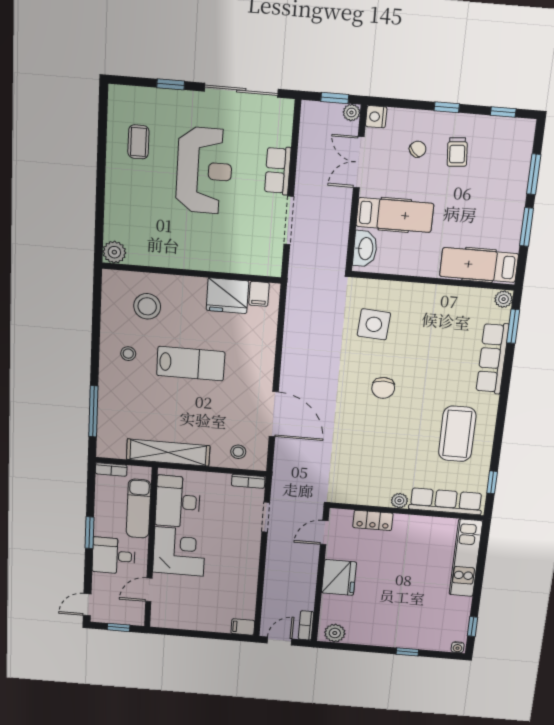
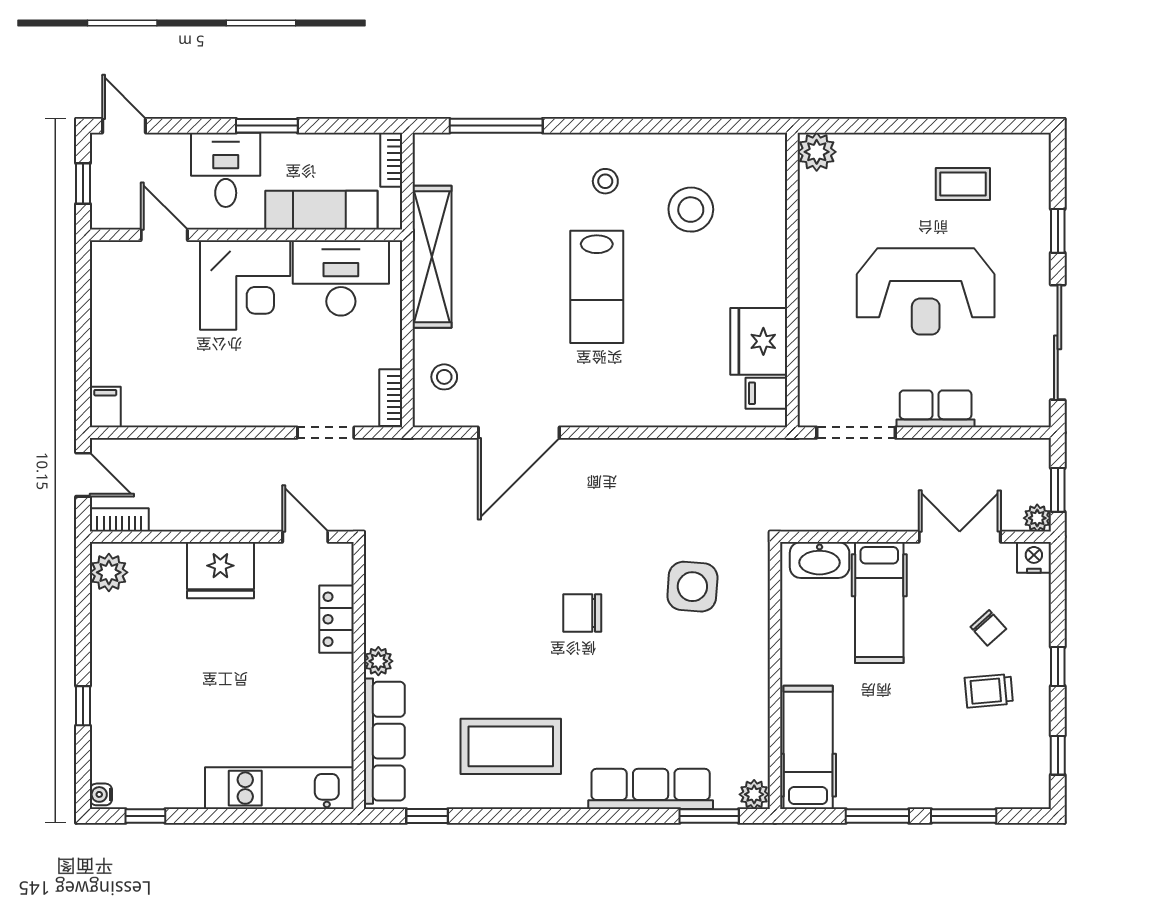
plant: (114, 252) -> (817, 152), moved
wall: (192, 273) -> (792, 280), moved
filing cabinet: (259, 294) -> (766, 393), moved
fridge: (227, 296) -> (759, 341), moved

